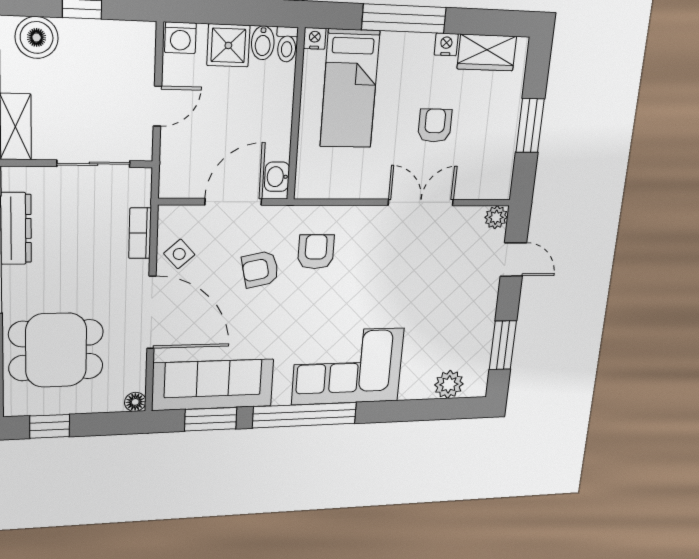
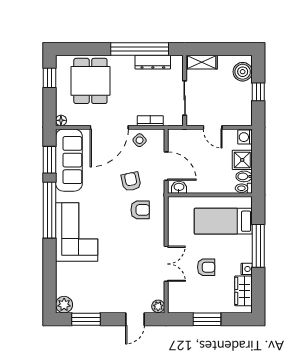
nightstand: (315, 38) -> (247, 202), removed
plant: (449, 384) -> (64, 305), moved

